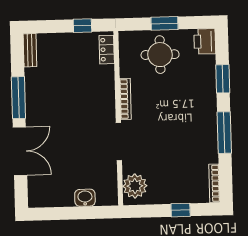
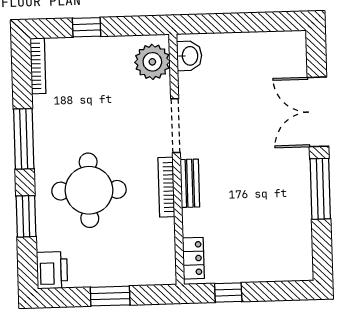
bench: (30, 50) -> (190, 183), moved
round table: (160, 55) -> (89, 190), moved, width x1.36, depth x1.36
washbasin: (85, 198) -> (189, 56), moved, turned -90

